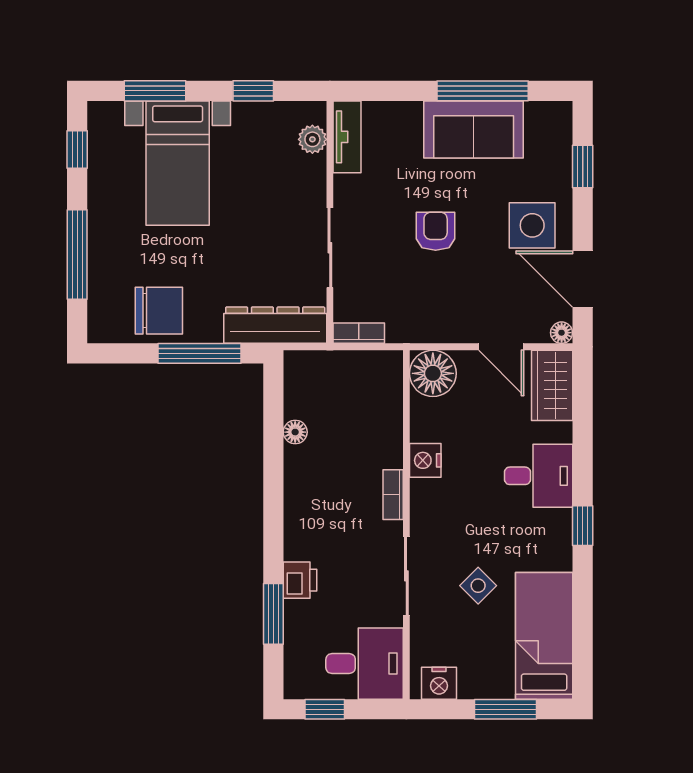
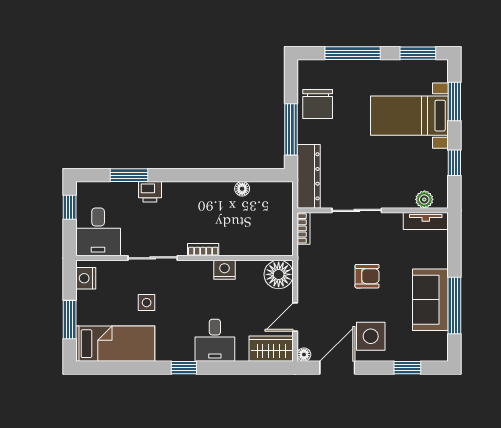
window: (77, 150) -> (418, 53), width x1.50
side table: (478, 586) -> (147, 303), turned 45

